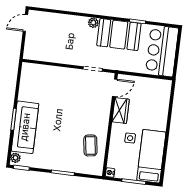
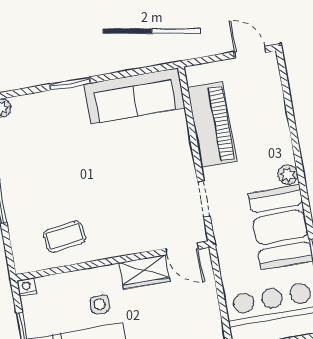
piano: (56, 54) -> (212, 125), added
sofa: (25, 127) -> (134, 96), moved

